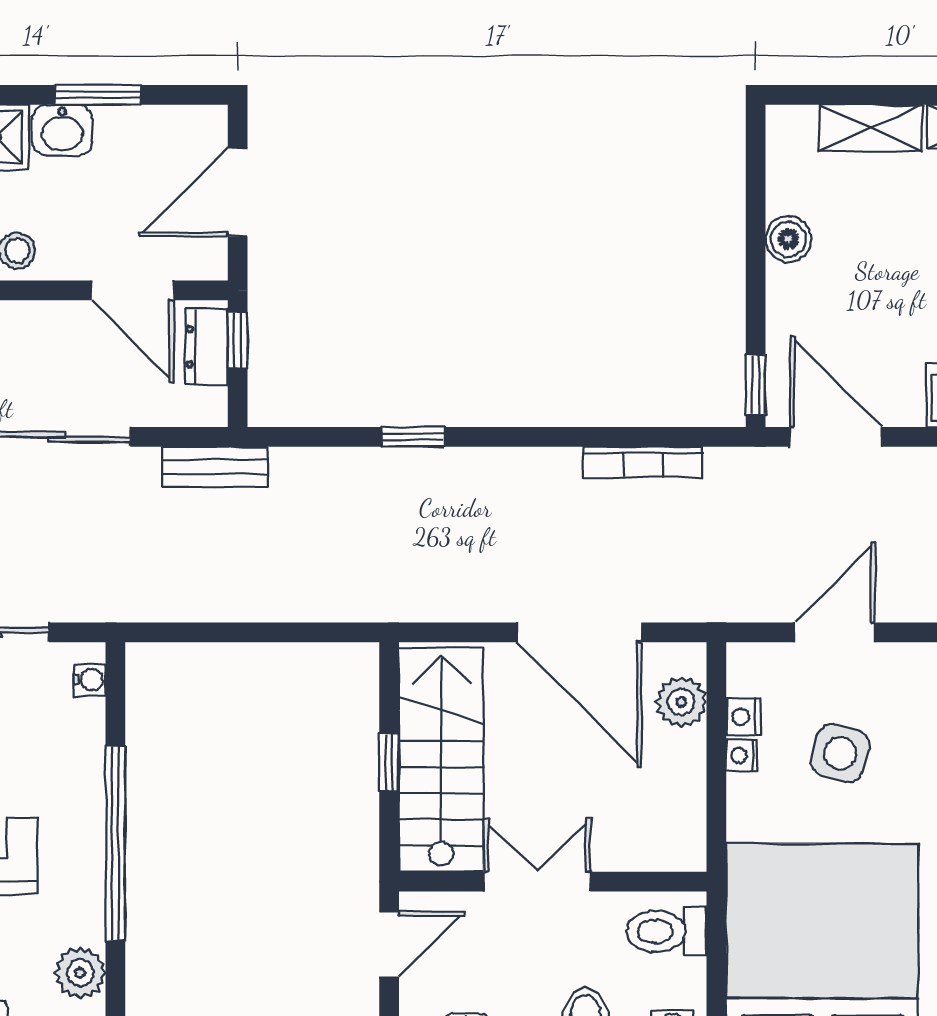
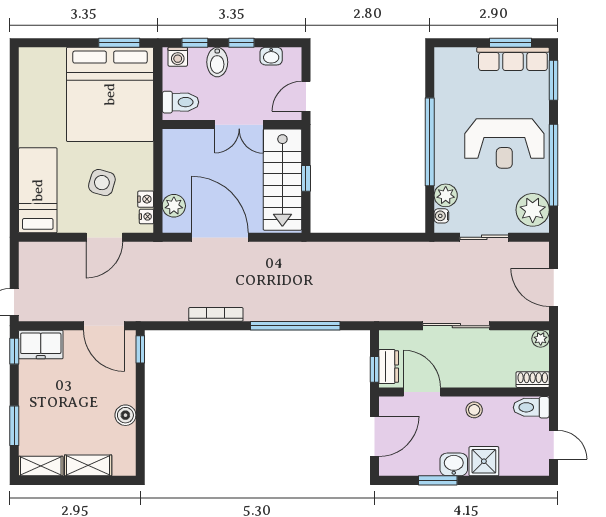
window: (413, 437) -> (295, 326), width x3.17
bookcase: (643, 462) -> (216, 314), moved
bench: (215, 467) -> (385, 312), removed
nightstand: (742, 755) -> (146, 217), moved
plant: (80, 973) -> (446, 195), moved

